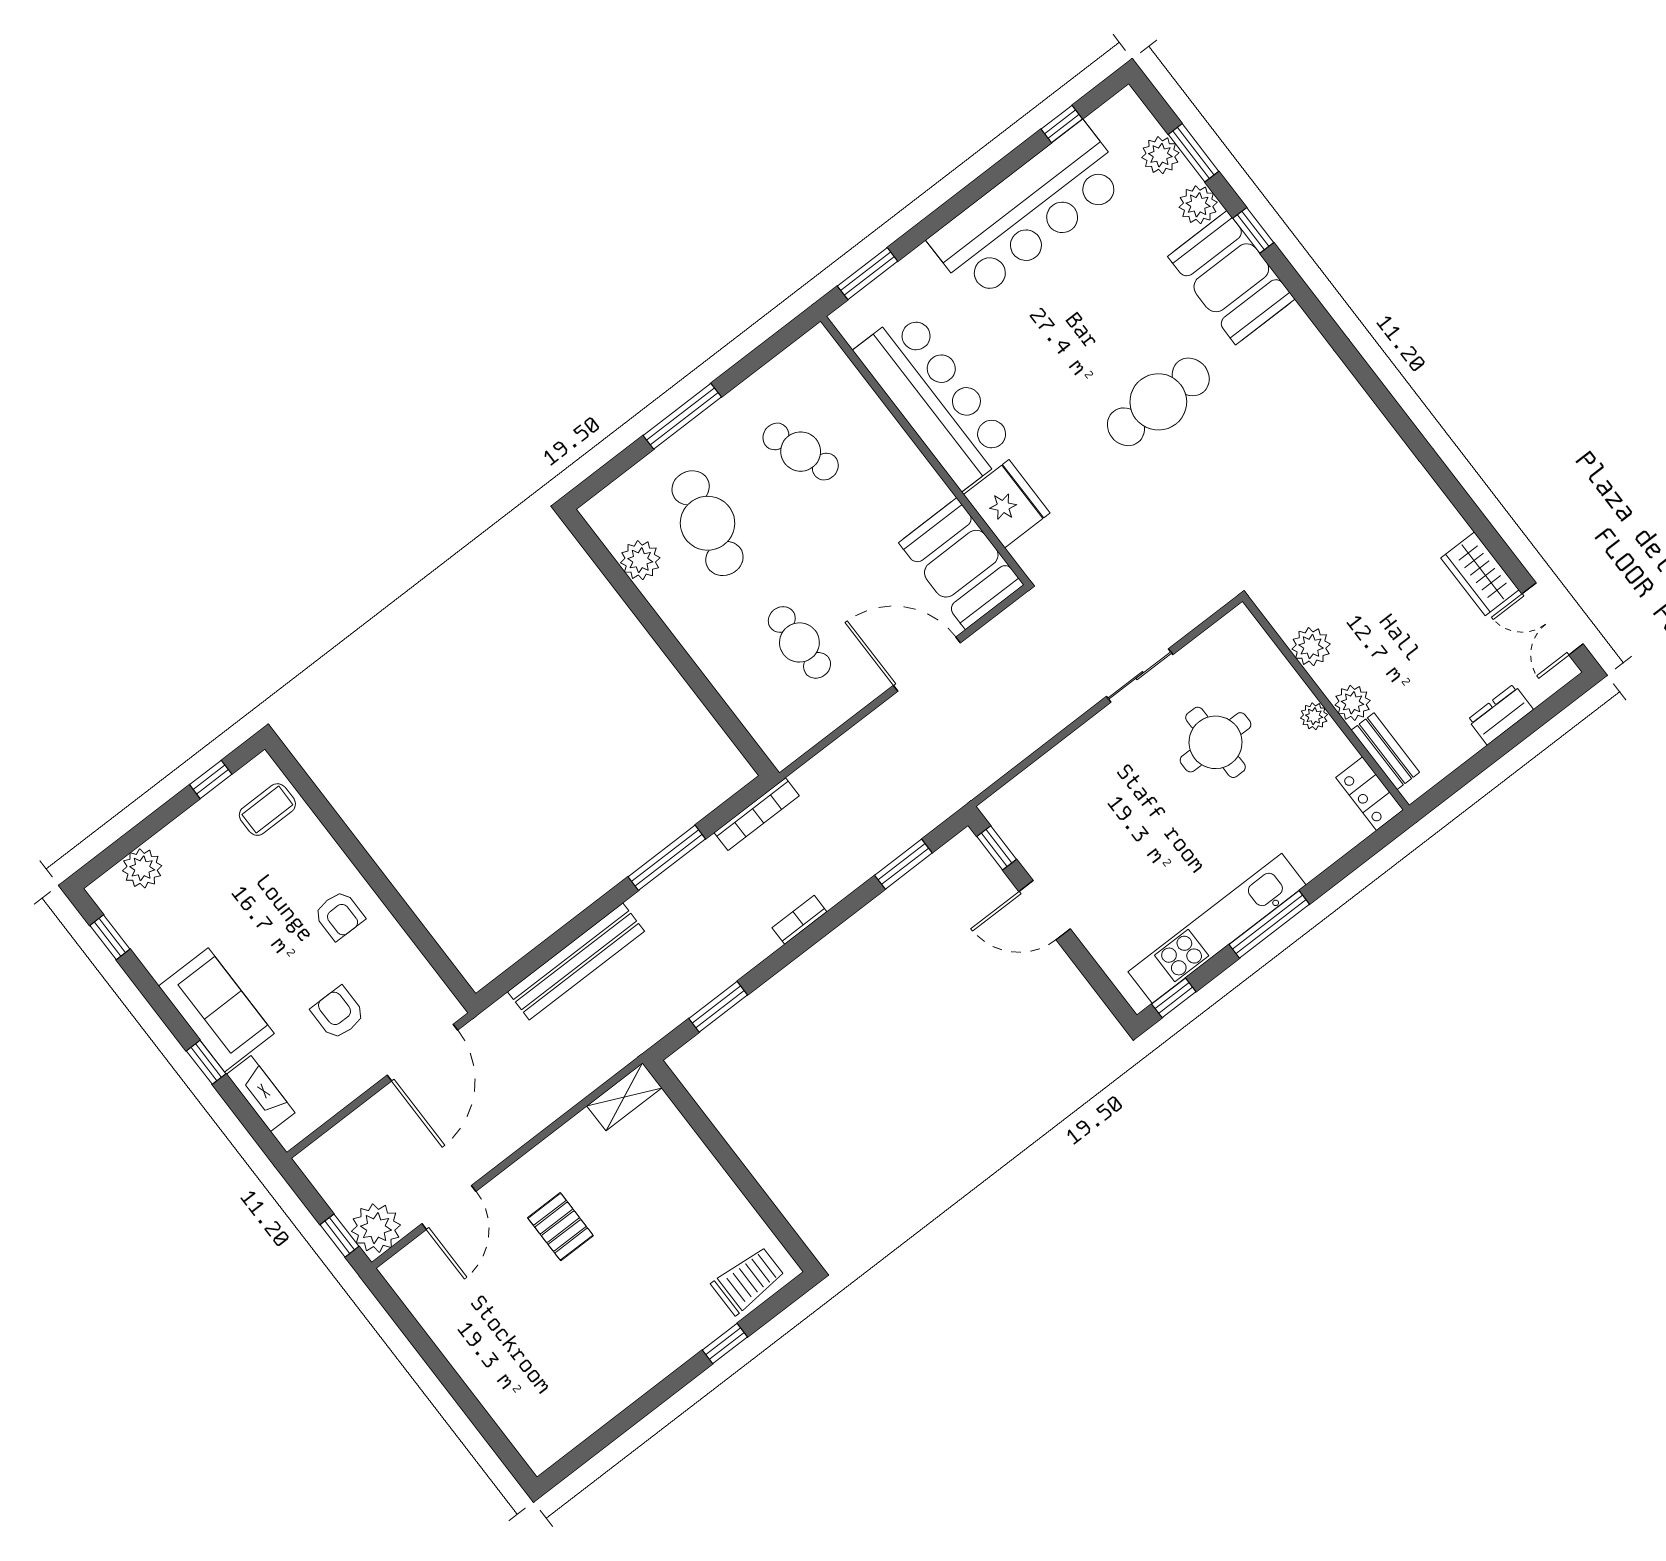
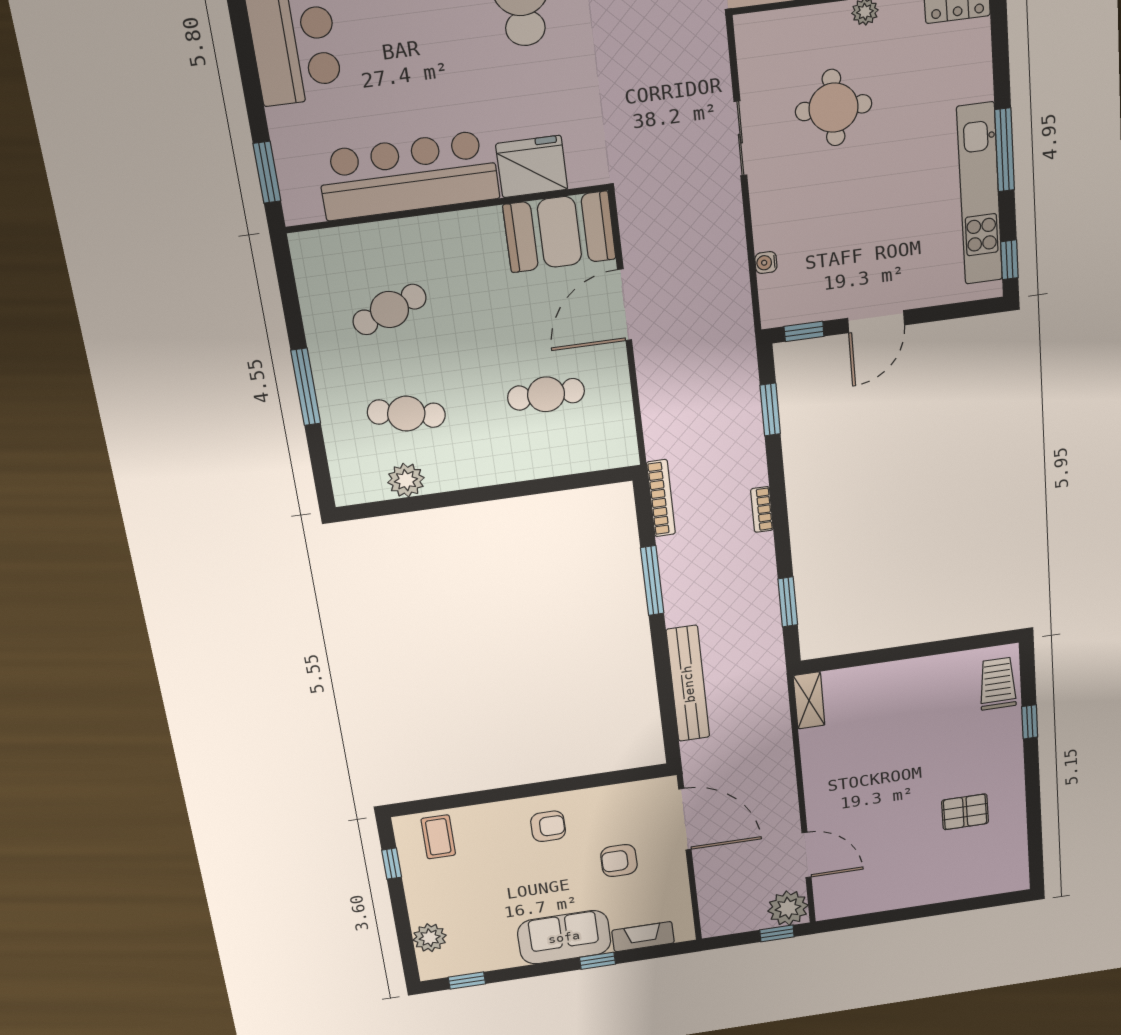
cafe table: (708, 523) -> (406, 414), width x0.73, depth x0.74
water cooler: (1041, 770) -> (766, 263), added
pallet: (560, 1227) -> (965, 812), moved

